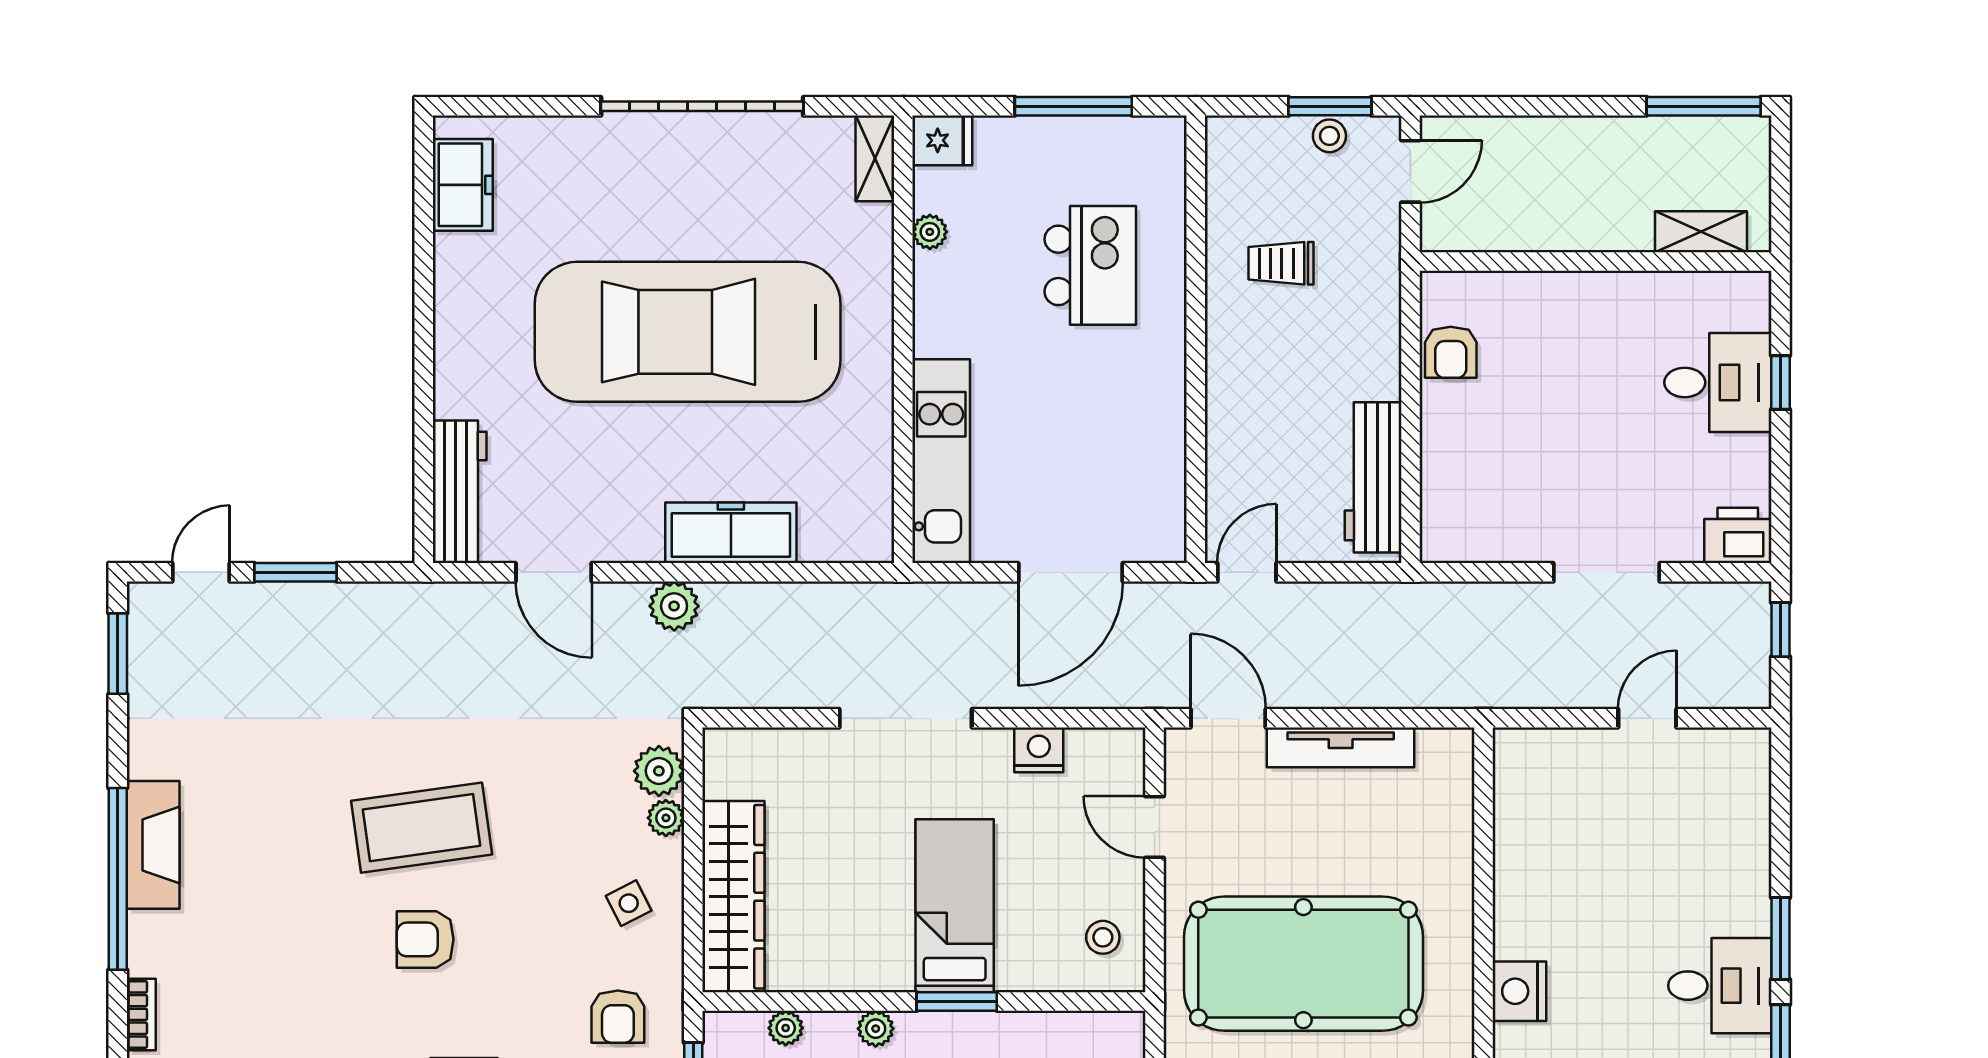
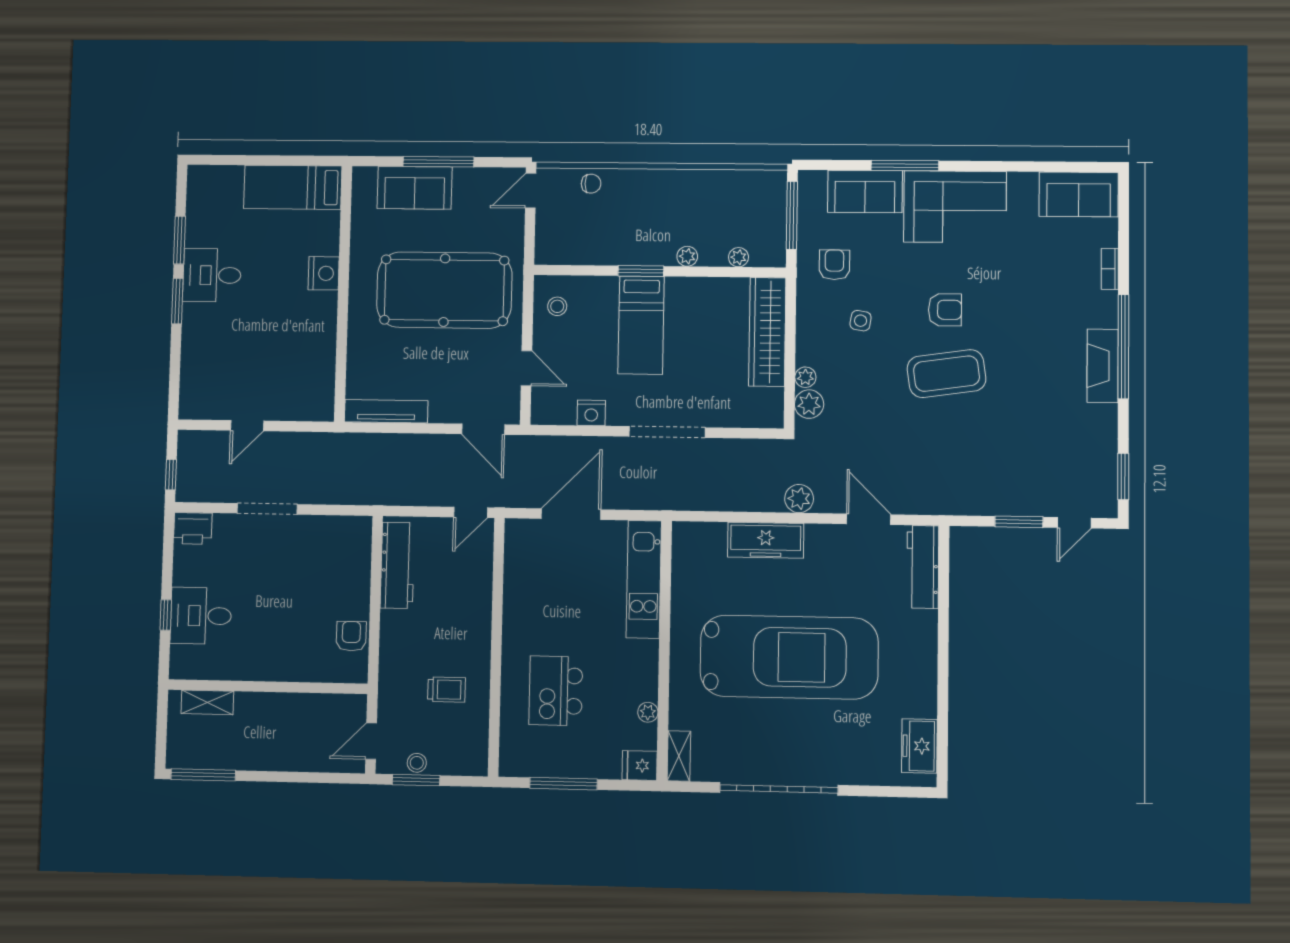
tv unit: (1341, 747) -> (386, 411), moved
side table: (629, 903) -> (861, 321), moved, turned 36

